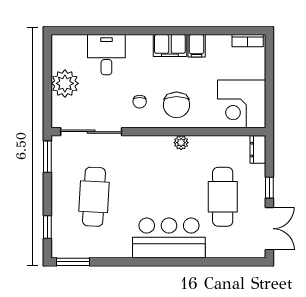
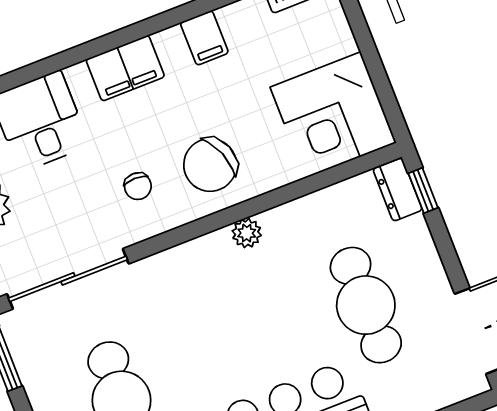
filing cabinet: (170, 45) -> (125, 68), moved
chair: (177, 105) -> (210, 165), turned 69
window: (269, 188) -> (423, 191), moved

